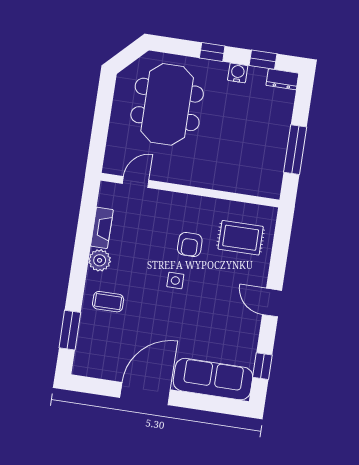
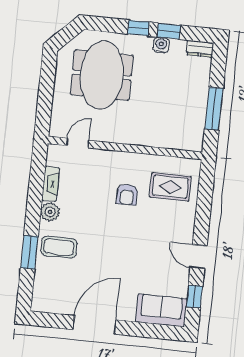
window: (263, 60) -> (169, 31), moved
side table: (175, 281) -> (116, 226), removed
coffee table: (108, 302) -> (59, 247), width x1.36, depth x1.30
door: (272, 303) -> (199, 257), moved
window: (70, 330) -> (29, 252), moved
sofa: (213, 379) -> (161, 310), width x0.73

